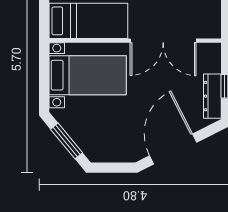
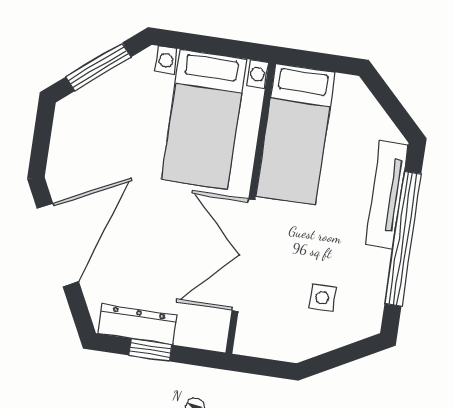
door: (173, 149) -> (58, 245), hinge flipped

